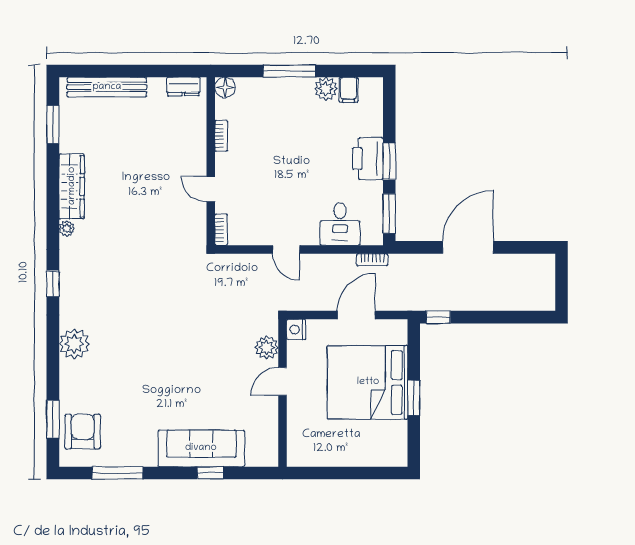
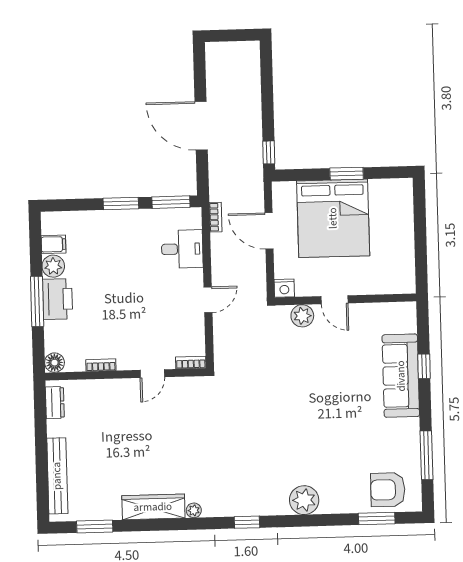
printer: (368, 158) -> (57, 299), moved, turned -90

